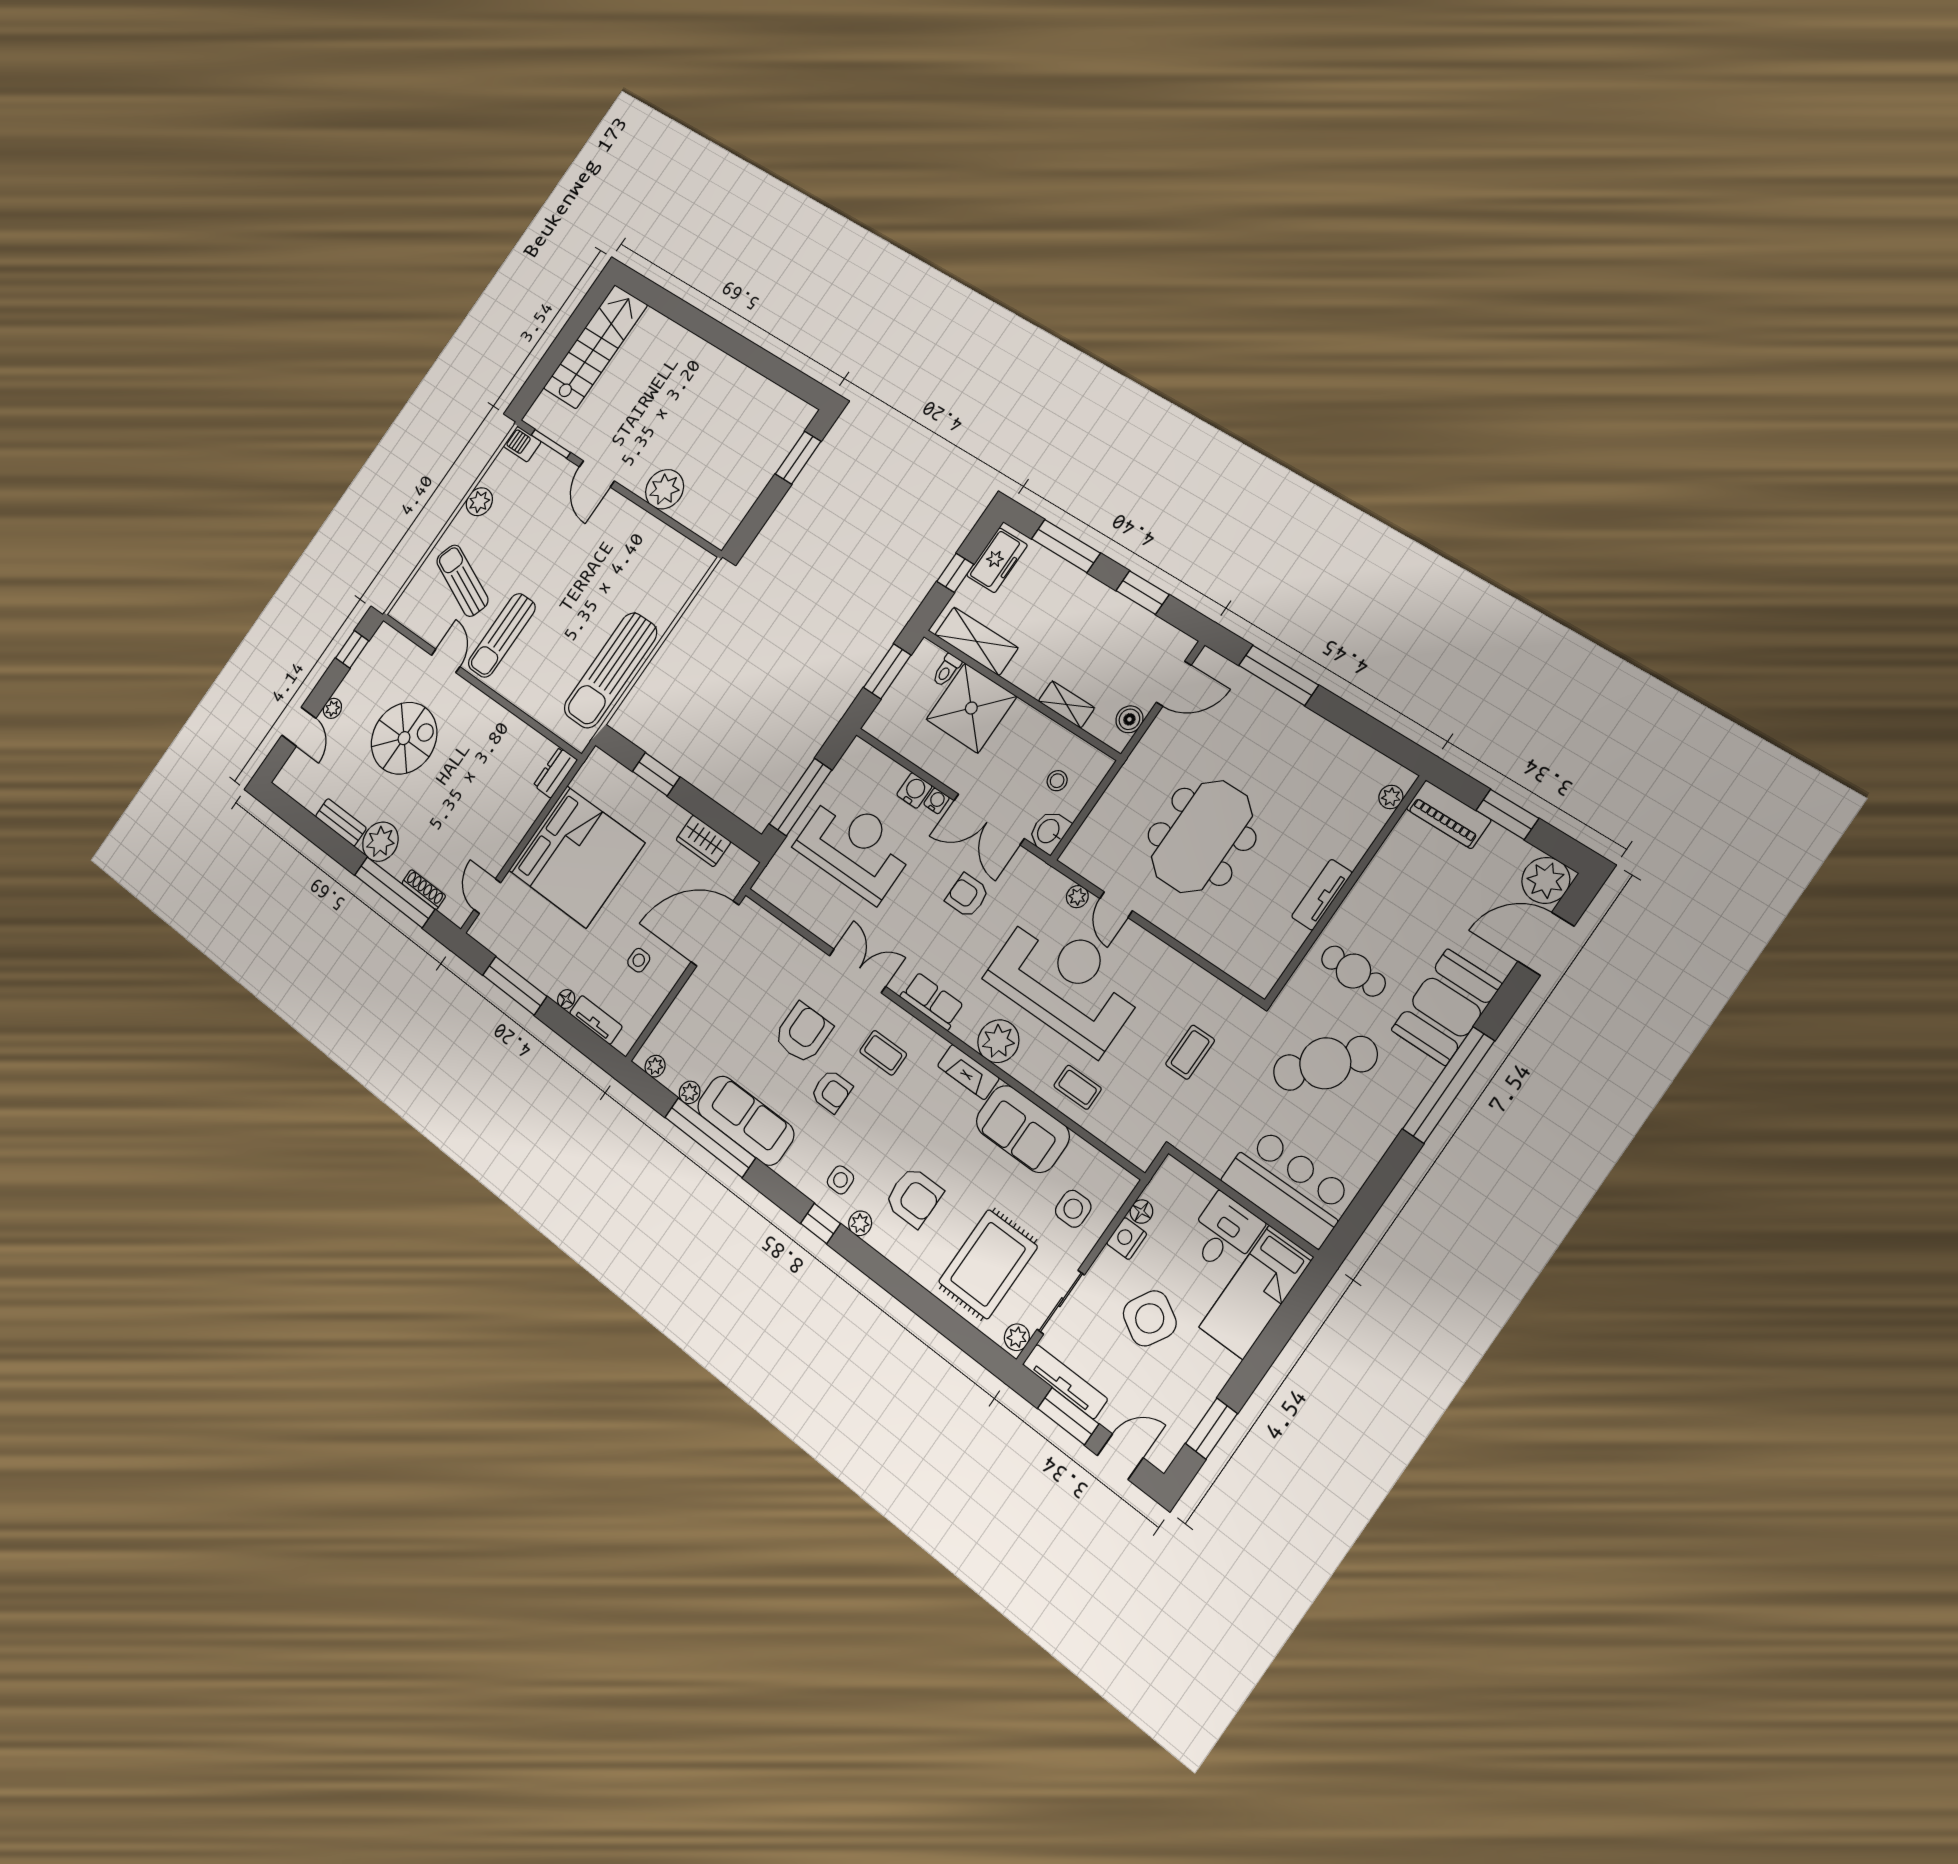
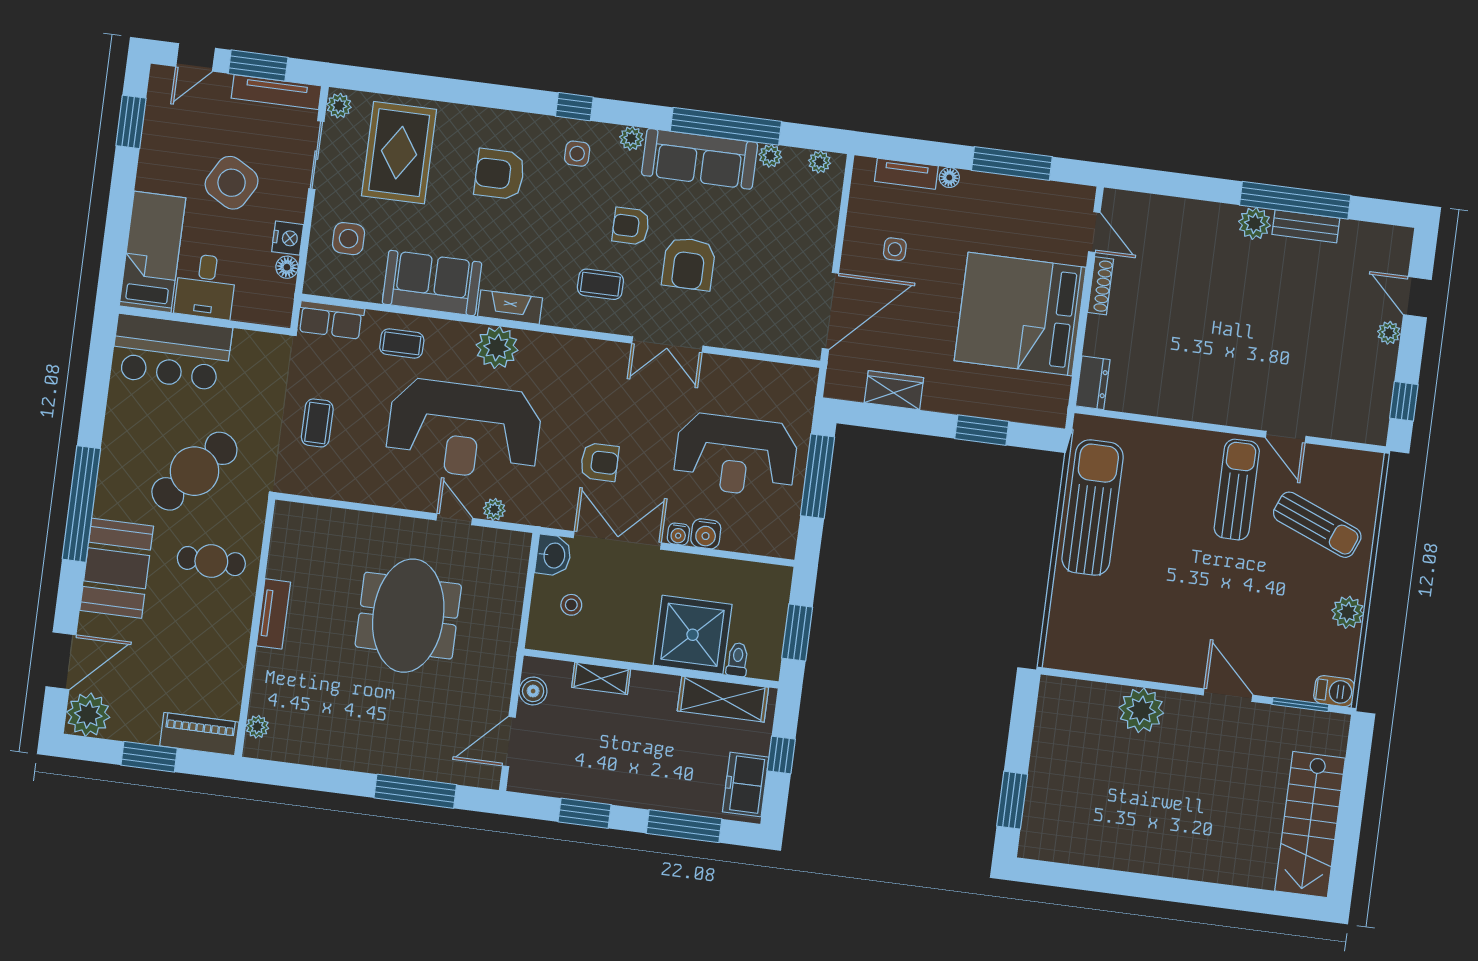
spiral stairs: (404, 738) -> (1285, 340), removed
plant: (380, 842) -> (1255, 223), width x0.73, depth x0.73
shoe rack: (424, 890) -> (1101, 286), moved, turned -90
window: (395, 892) -> (1295, 200), moved
row of seats: (932, 1001) -> (331, 320), moved
plant: (860, 1223) -> (631, 138), moved

